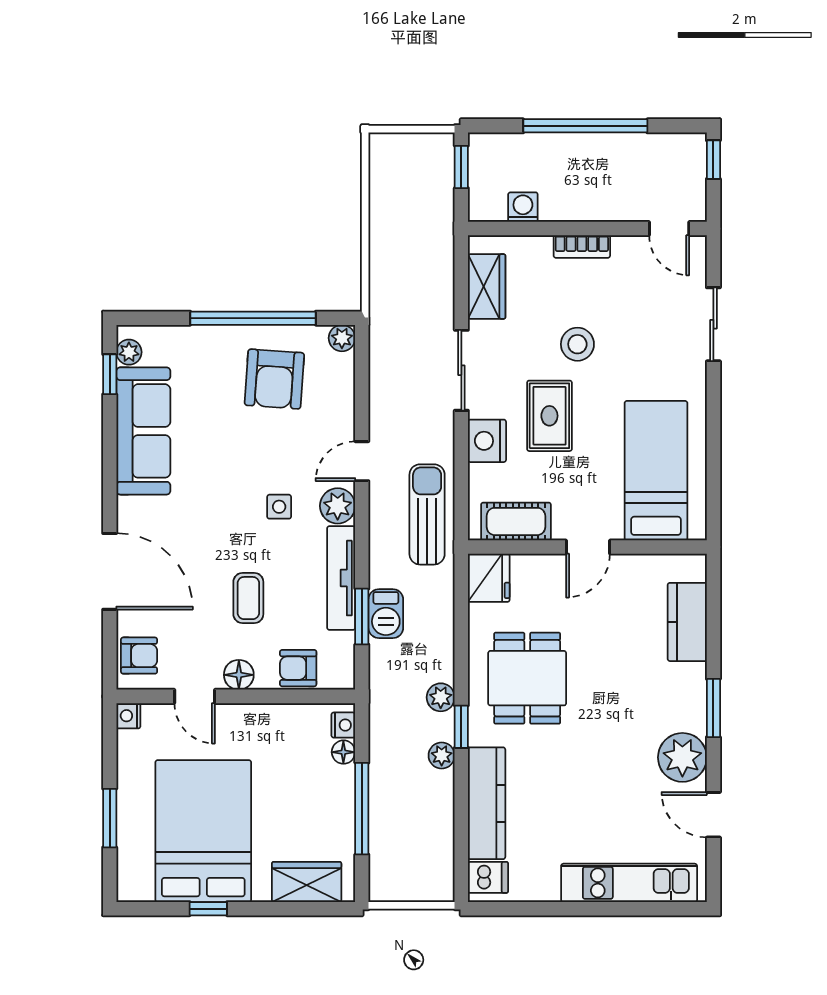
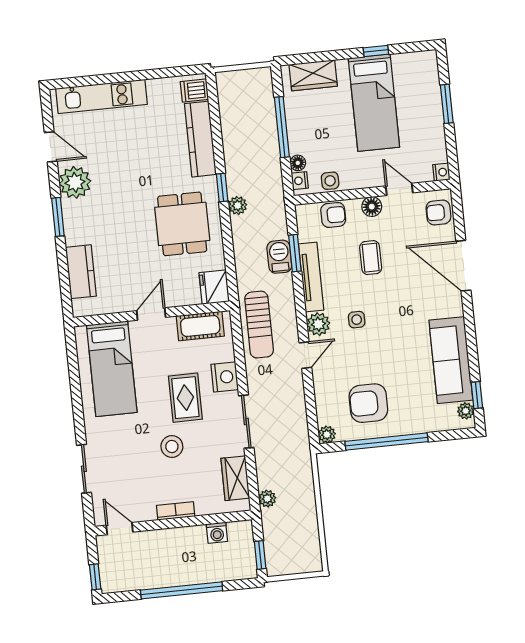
armchair: (274, 379) -> (368, 403), turned -94
side table: (298, 720) -> (330, 181), added
plant: (442, 755) -> (267, 499), moved
bed: (203, 831) -> (374, 103), width x0.67

